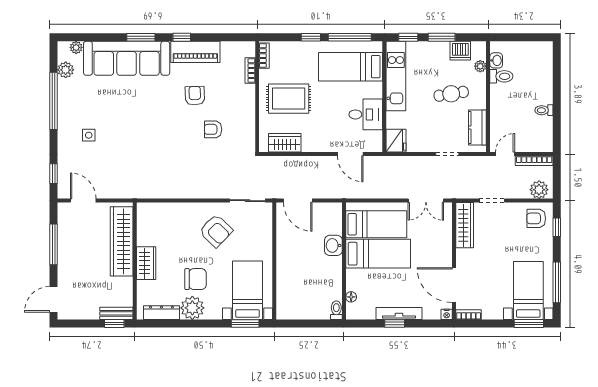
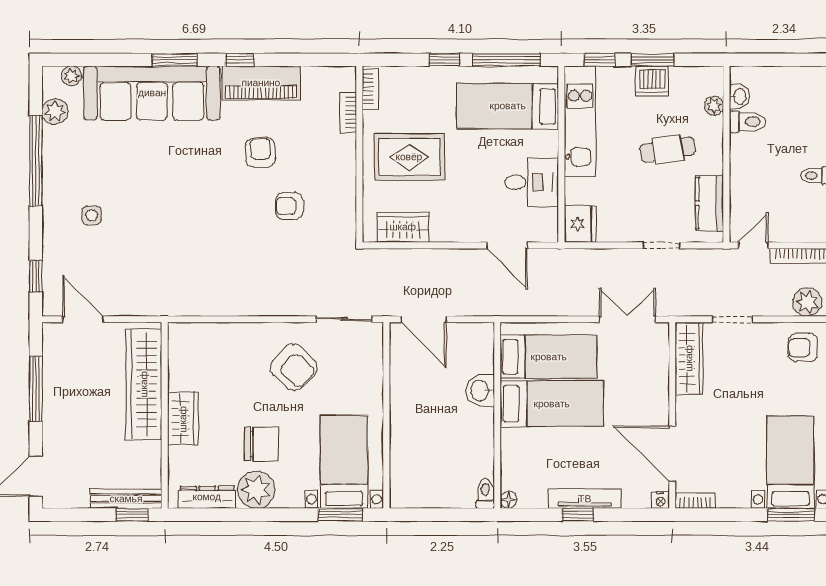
dishwasher: (460, 51) -> (652, 81), moved
double door: (426, 201) -> (627, 319), swing flipped
floor lamp: (351, 297) -> (509, 500), moved
bench: (116, 313) -> (126, 499), width x1.36

